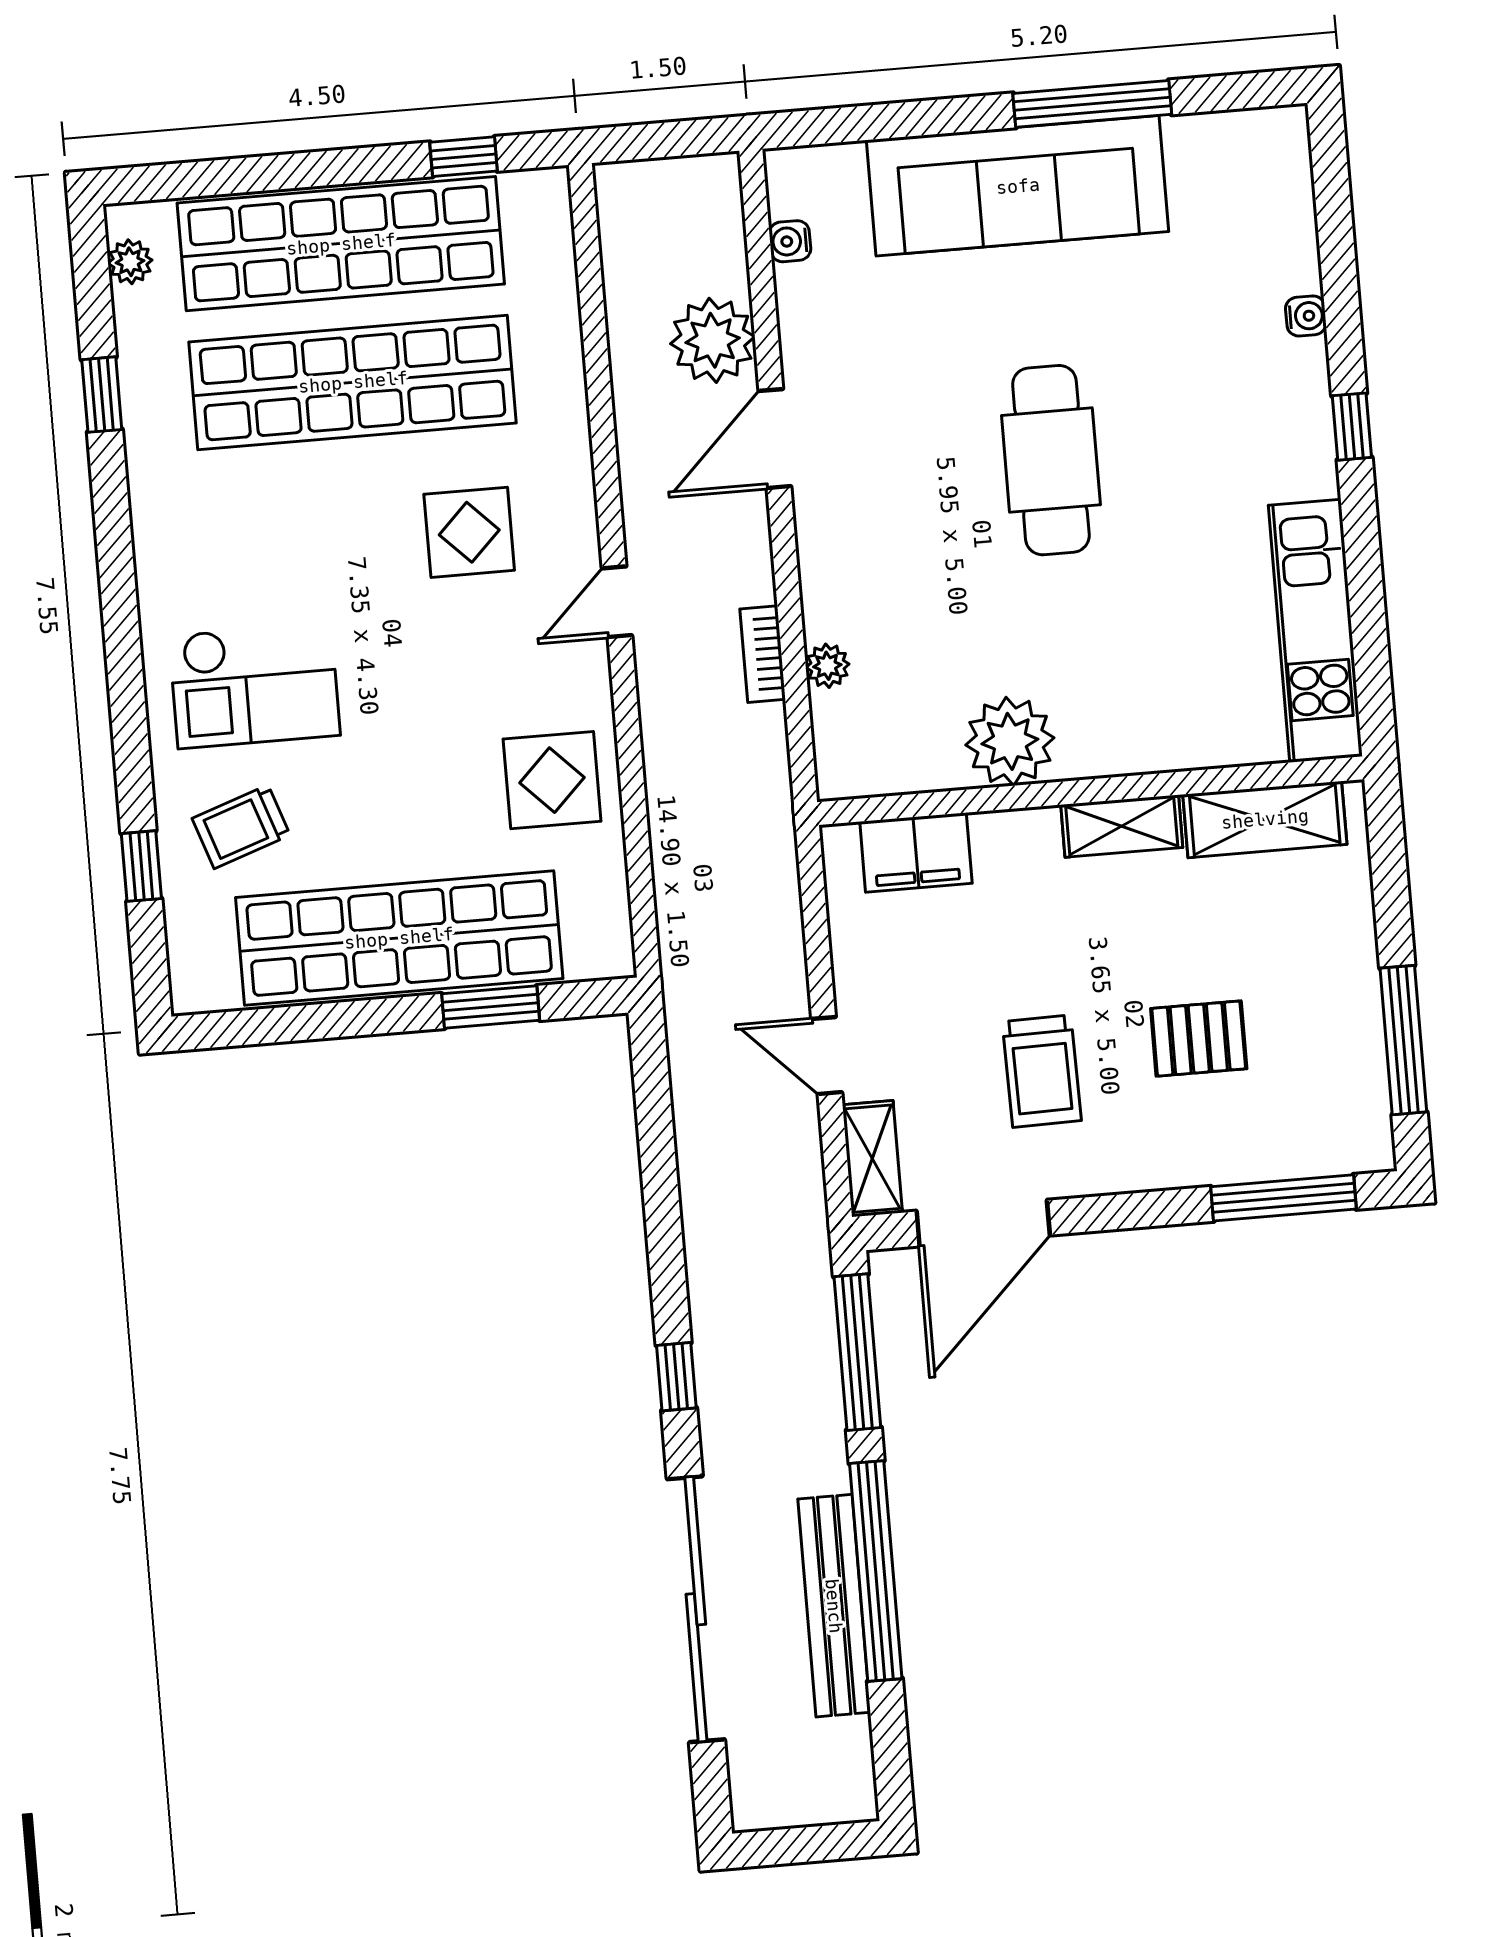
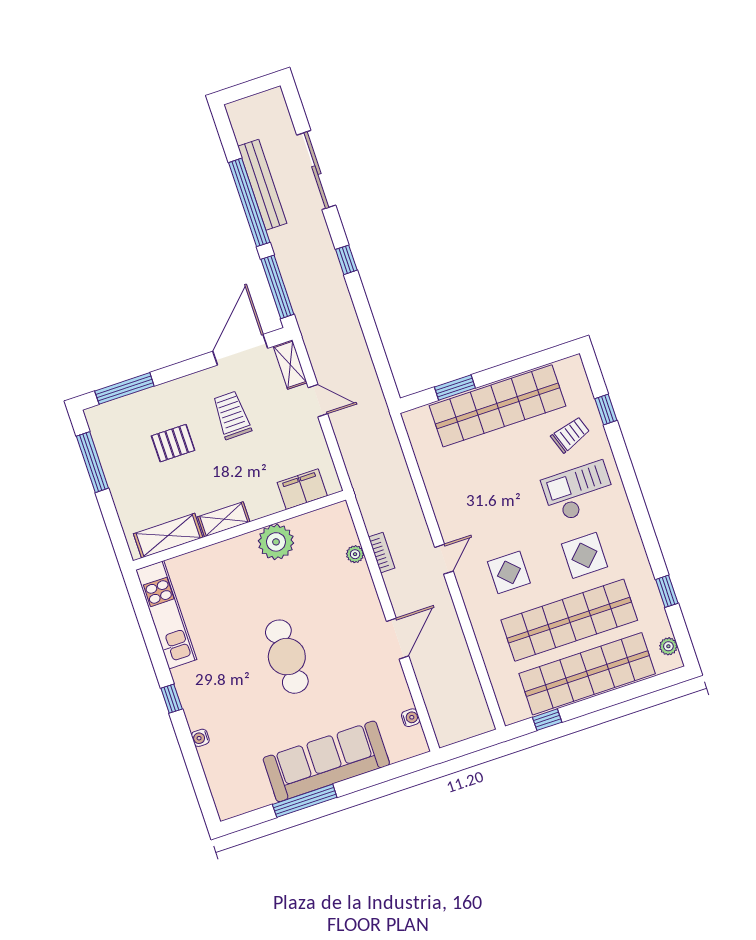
plant: (713, 340) -> (431, 671), removed
display table: (552, 780) -> (584, 555), moved
sliding door: (696, 1609) -> (316, 170), width x0.73

